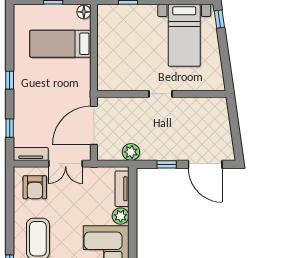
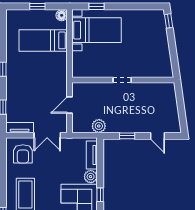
bed with nightstands: (184, 35) -> (97, 30), moved, turned -90
door: (94, 125) -> (70, 105), width x0.53
door: (205, 164) -> (157, 136), width x0.53
window: (133, 239) -> (100, 195), added

